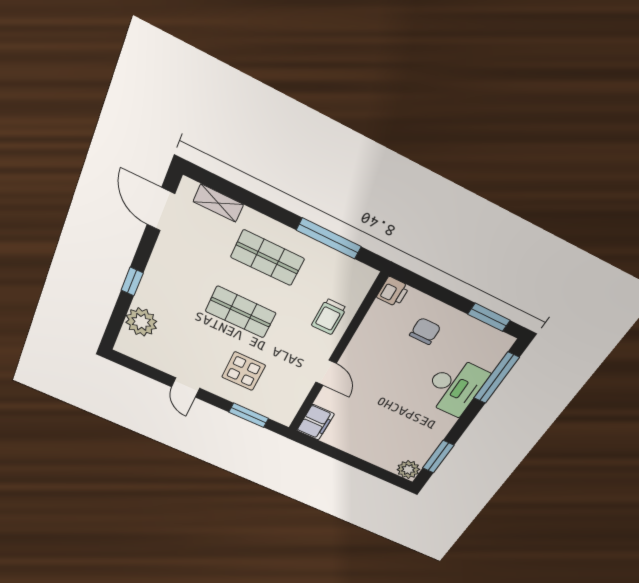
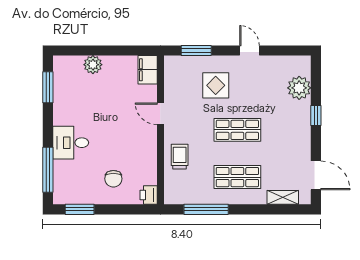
desk: (455, 387) -> (71, 143), width x0.73
plant: (408, 469) -> (93, 65), moved

